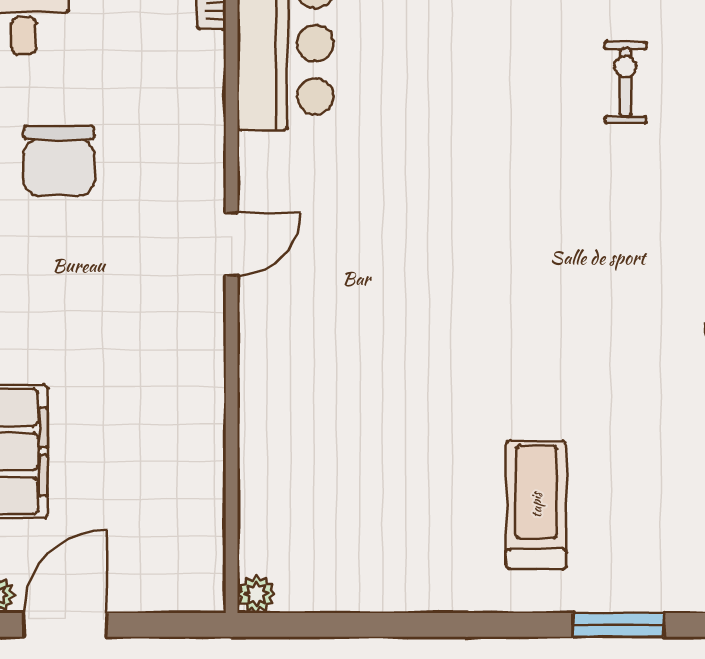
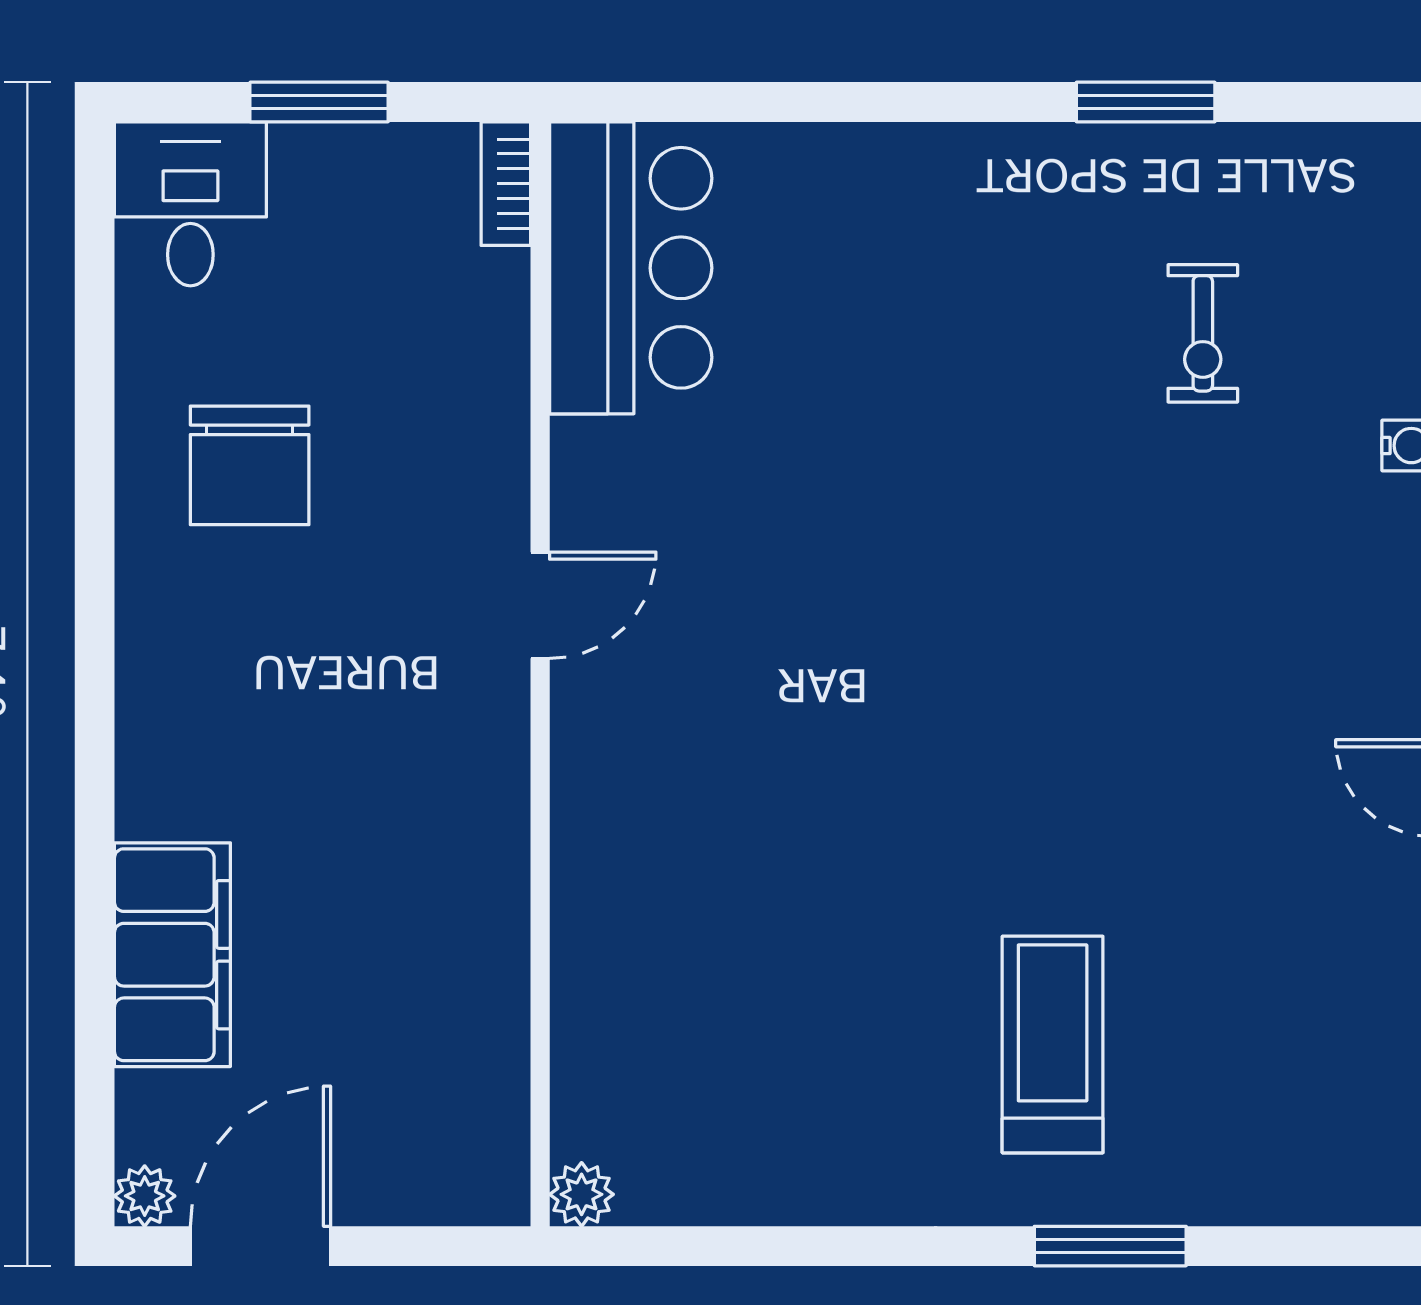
exercise bike: (626, 82) -> (1203, 333), turned 180
window: (618, 625) -> (1110, 1246), moved

